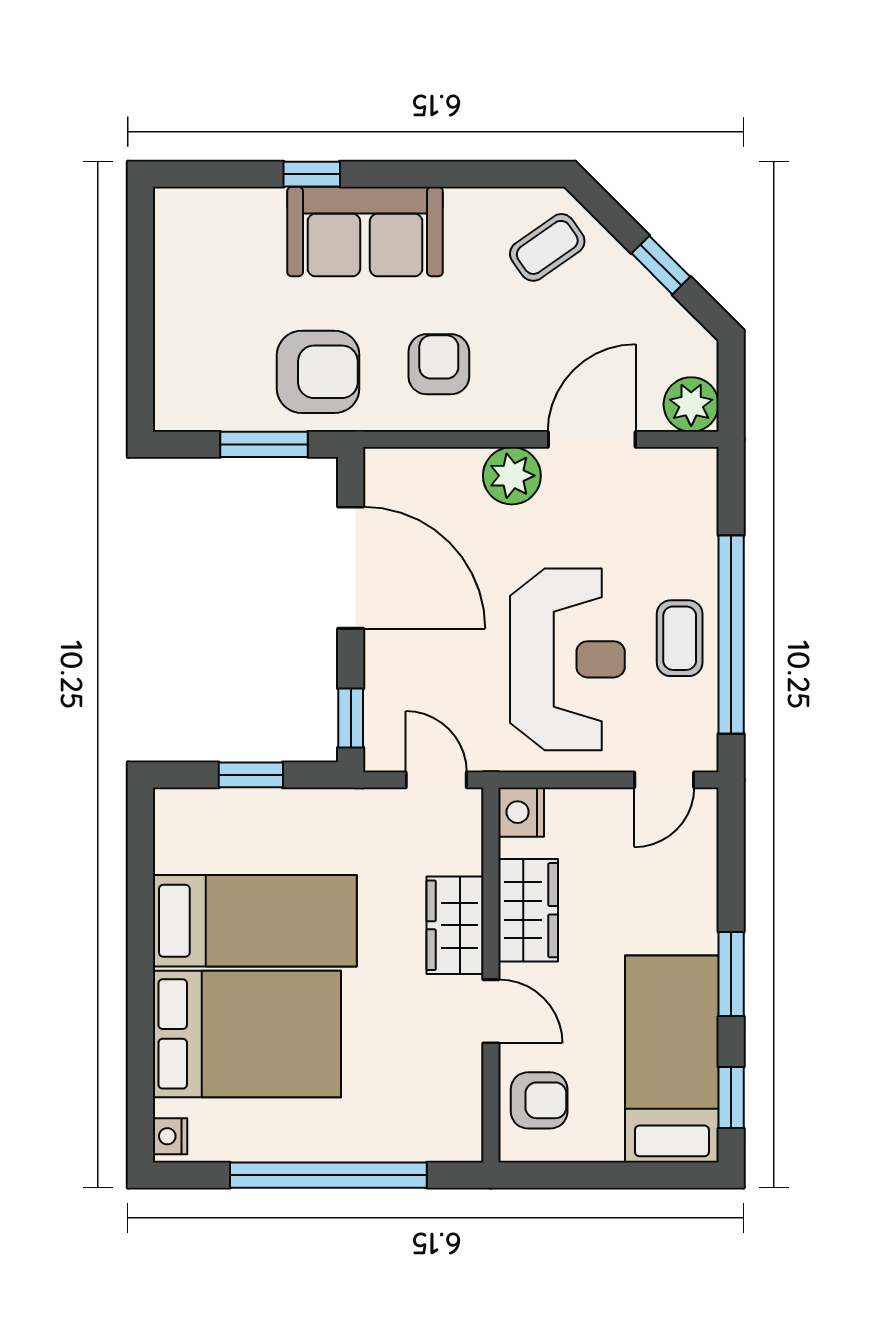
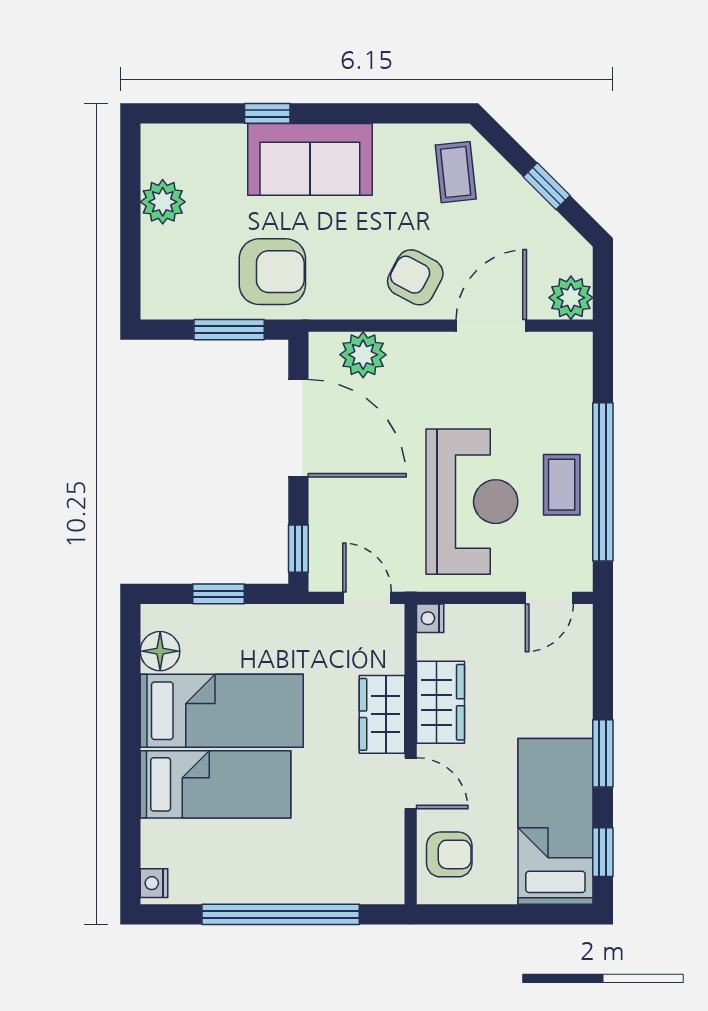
coffee table: (547, 247) -> (456, 172), turned -61
plant: (181, 285) -> (163, 202), added
armchair: (439, 364) -> (415, 277), moved, turned -62
plant: (512, 476) -> (363, 355), moved
nightstand: (521, 812) -> (430, 618), width x0.72, depth x0.74
floor lamp: (178, 846) -> (160, 651), added
bed: (247, 1034) -> (215, 784), width x0.67

